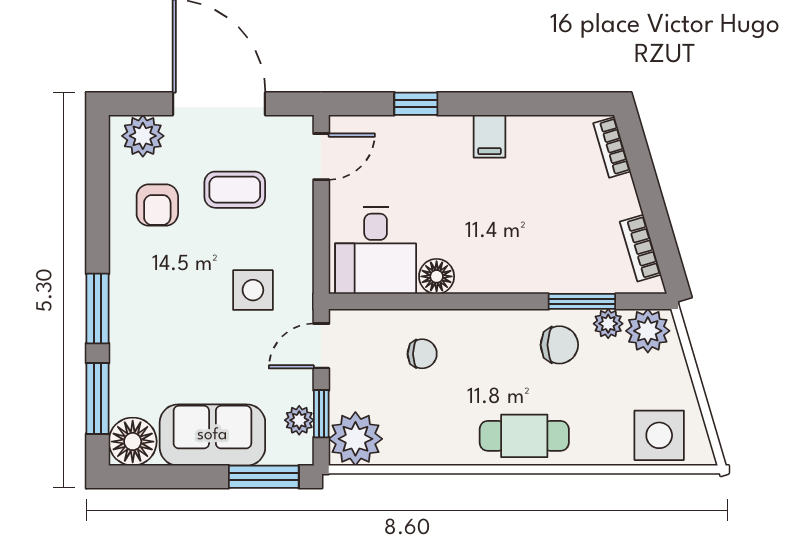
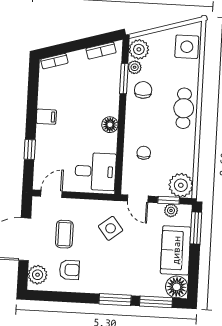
door: (321, 157) -> (51, 194), hinge flipped
floor lamp: (437, 276) -> (110, 125), moved
side table: (253, 290) -> (111, 228), turned -38

